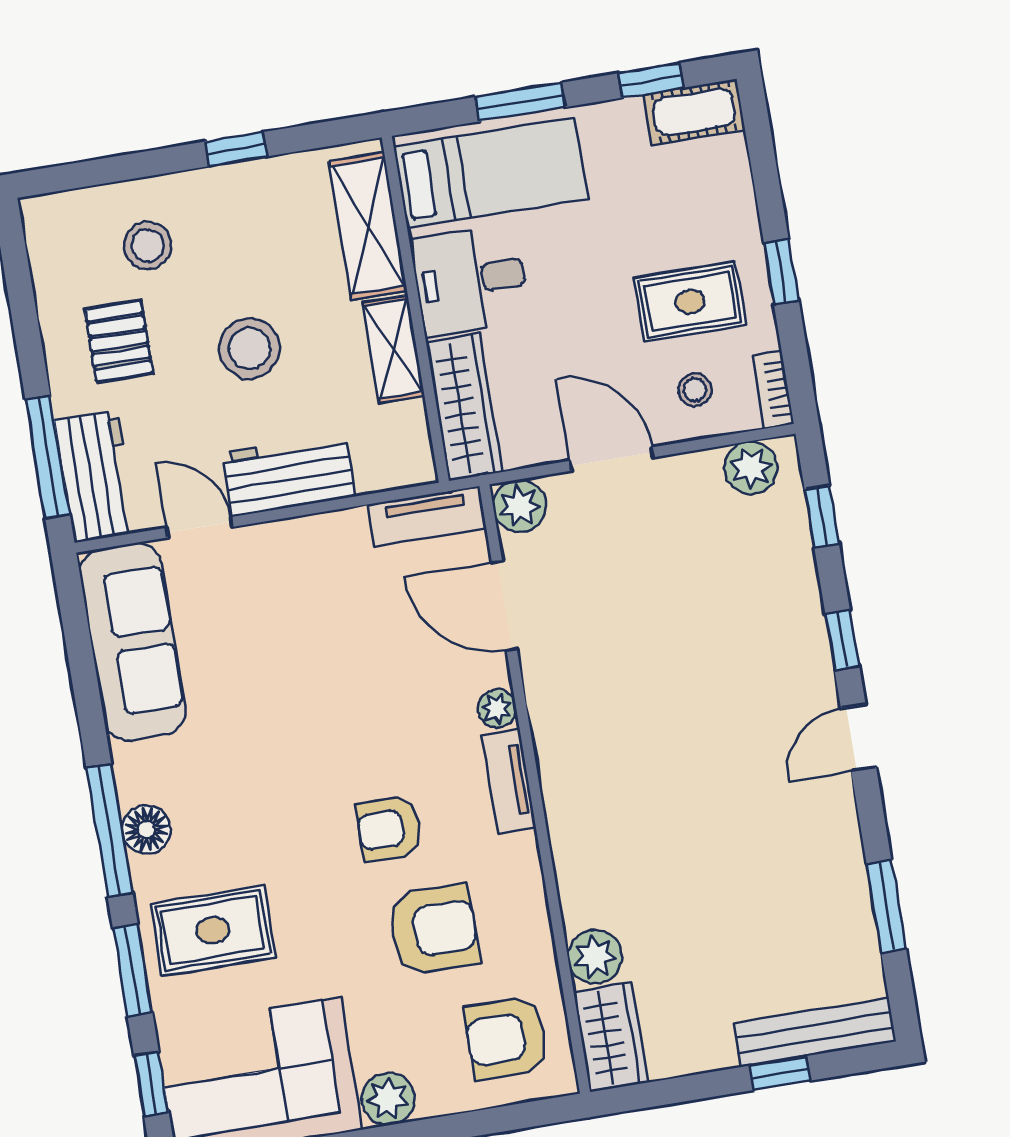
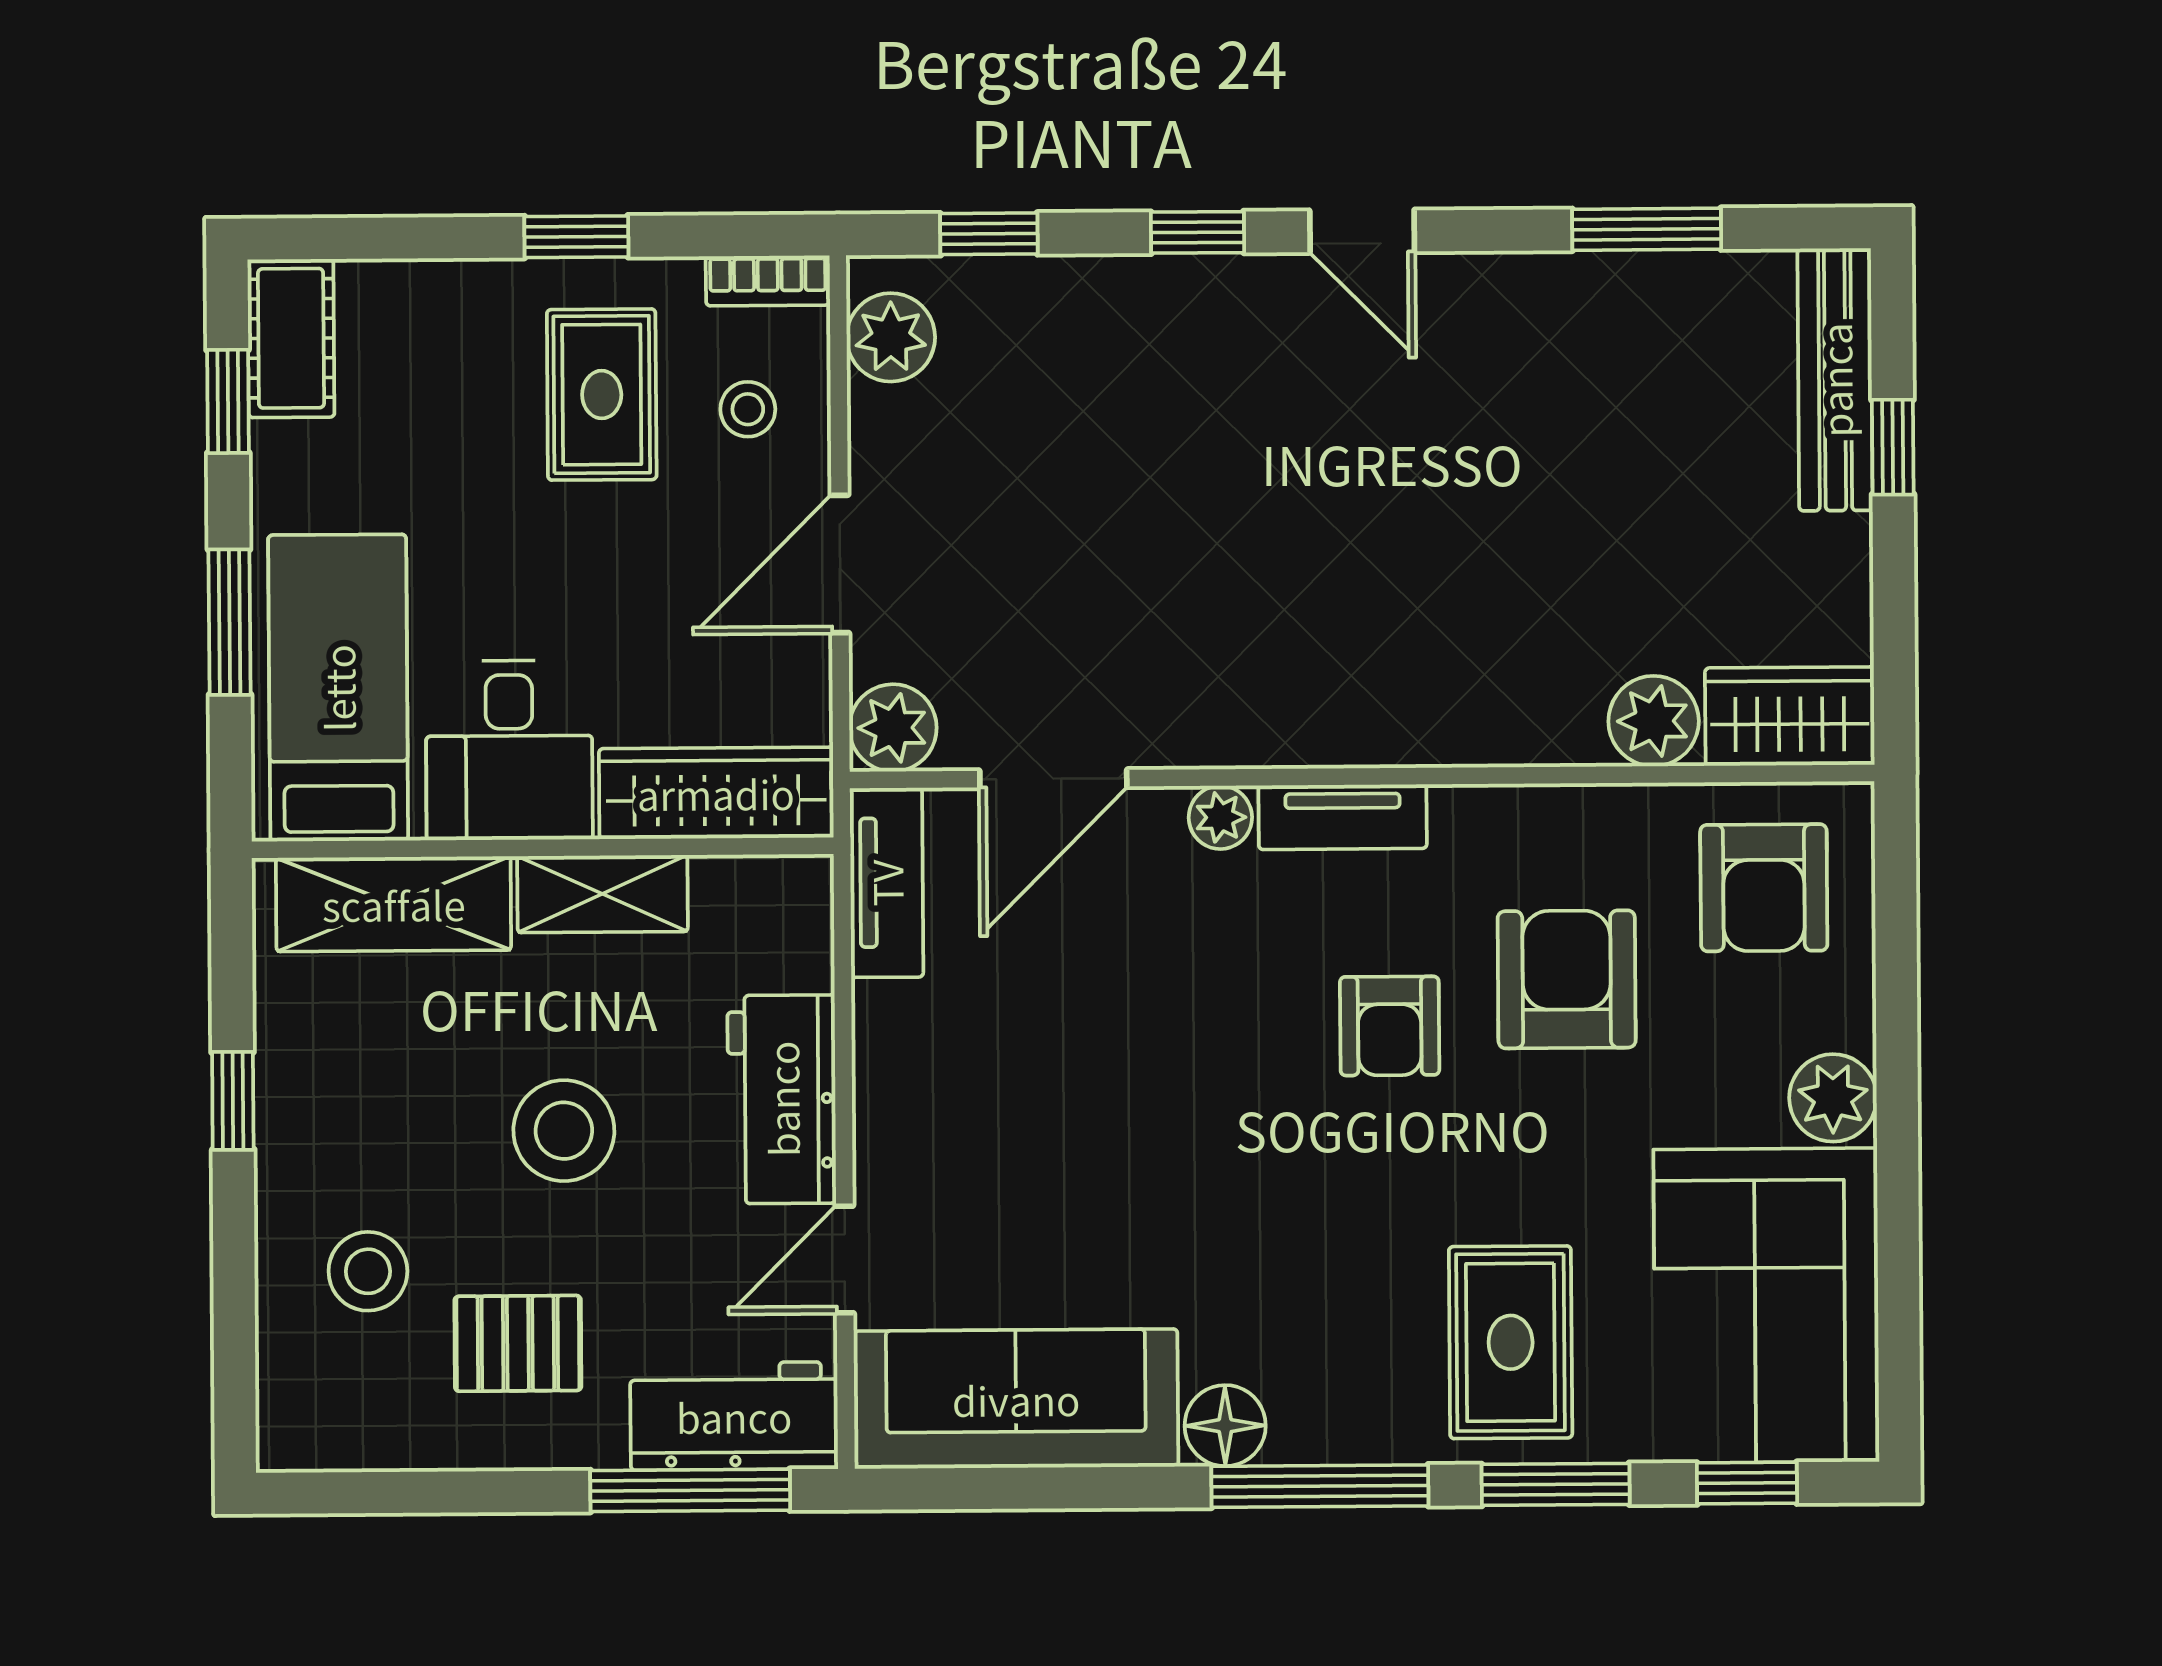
floor lamp: (146, 829) -> (1225, 1426), moved

